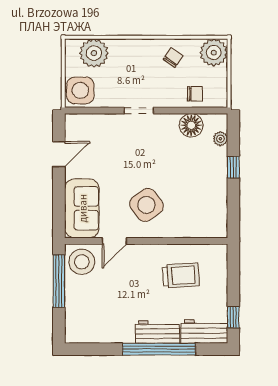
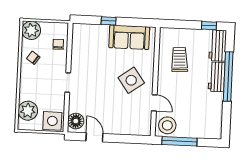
floor lamp: (191, 125) -> (76, 121), moved
plant: (220, 139) -> (89, 29), removed
sofa: (82, 208) -> (129, 37), moved, turned 180

